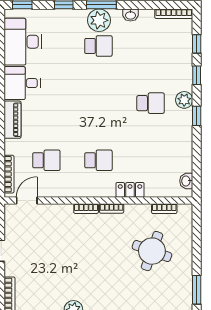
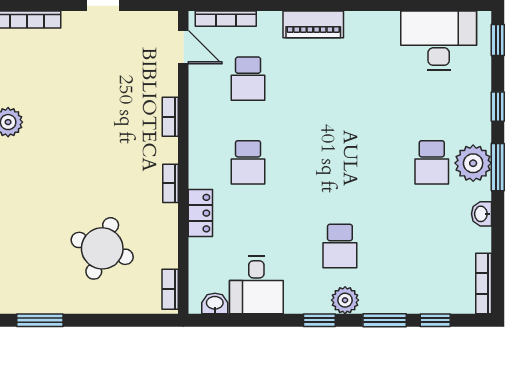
window: (197, 75) -> (385, 320), width x1.50
desk: (22, 83) -> (256, 285), moved, turned 180
bookcase: (86, 209) -> (170, 117), moved
bookcase: (164, 209) -> (170, 289), moved

